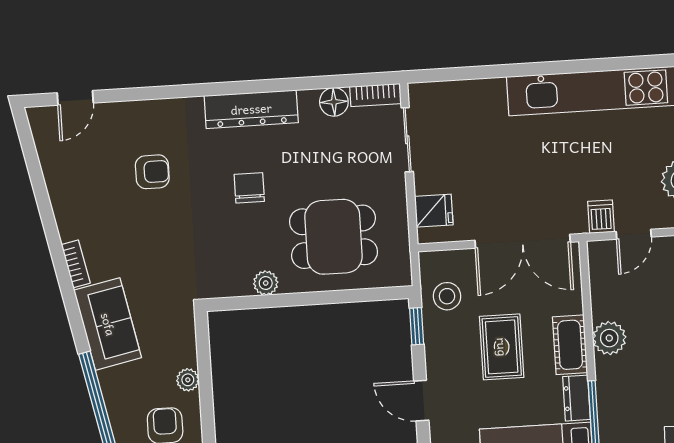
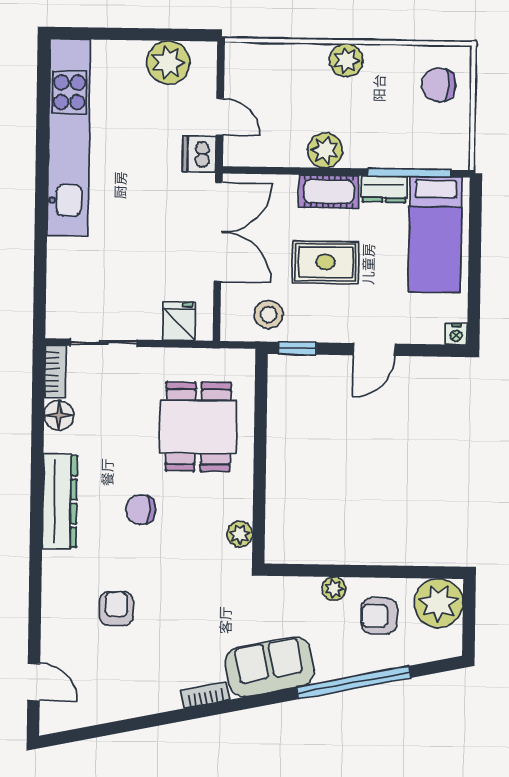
dishwasher: (601, 217) -> (199, 154), width x1.38
plant: (266, 283) -> (240, 534), moved

